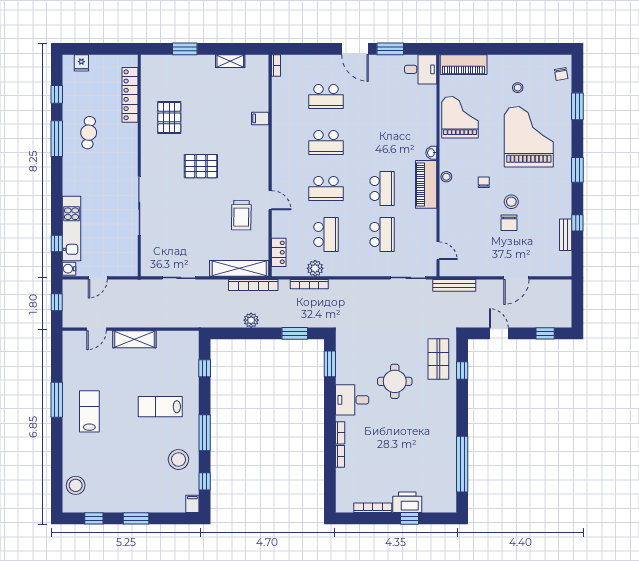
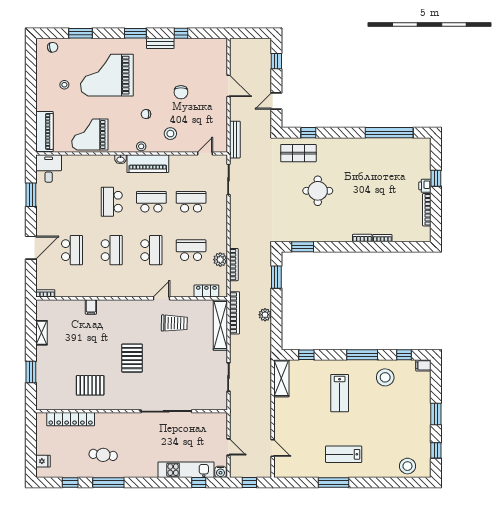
door: (355, 49) -> (31, 248), moved
school desk: (382, 143) -> (112, 202), added
stool: (511, 202) -> (170, 134), moved
chair: (509, 223) -> (181, 92), turned 90
bench: (566, 235) -> (160, 43), moved
shelving: (134, 339) -> (281, 378), moved
desk: (352, 400) -> (334, 228), removed
printer: (407, 502) -> (425, 186), width x0.53, depth x0.68

